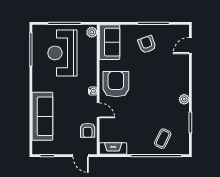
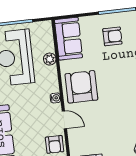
plant: (92, 32) -> (50, 59), moved
armchair: (147, 44) -> (112, 36), turned 110

